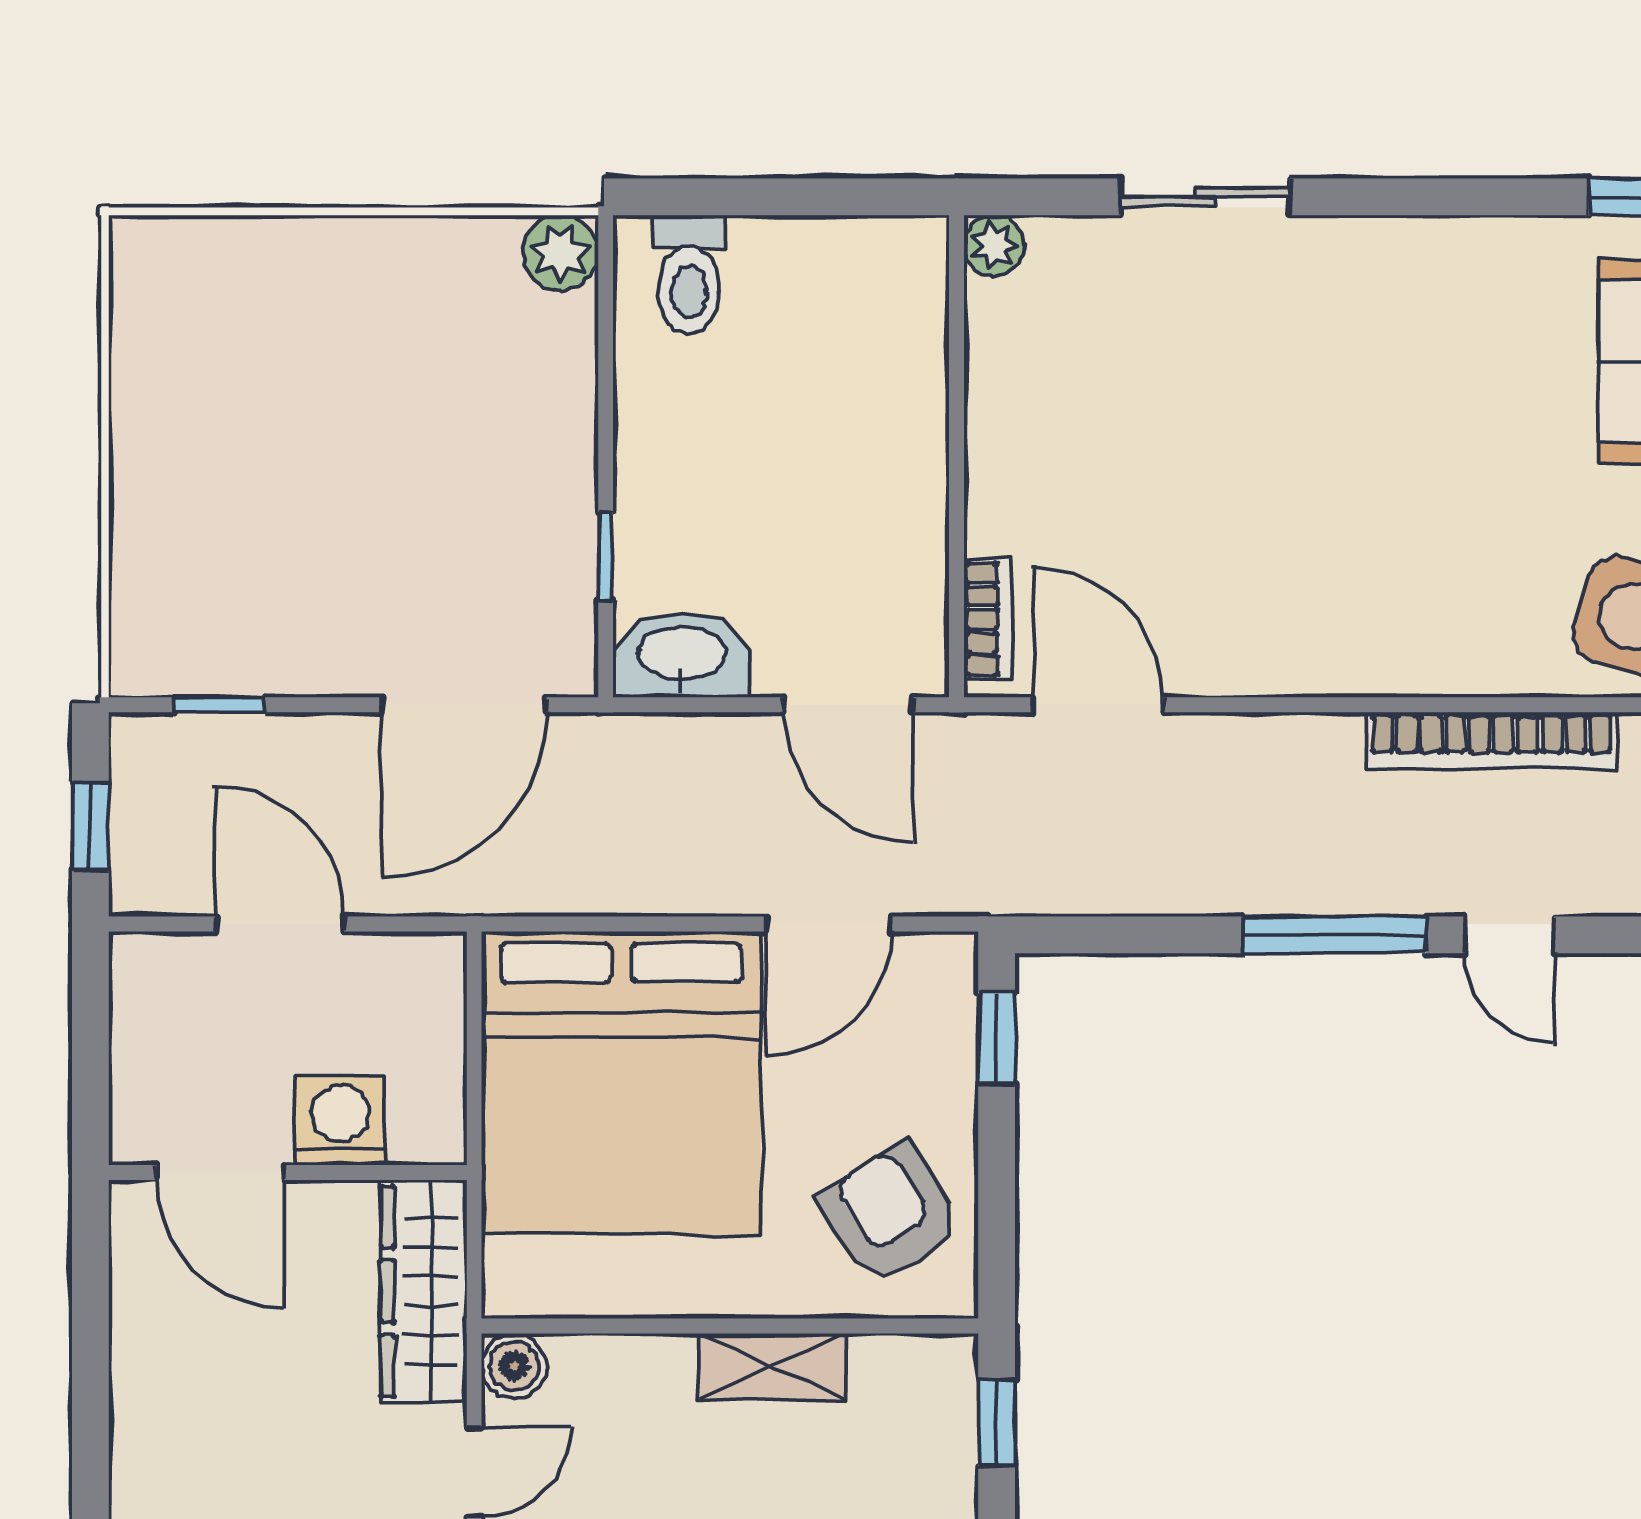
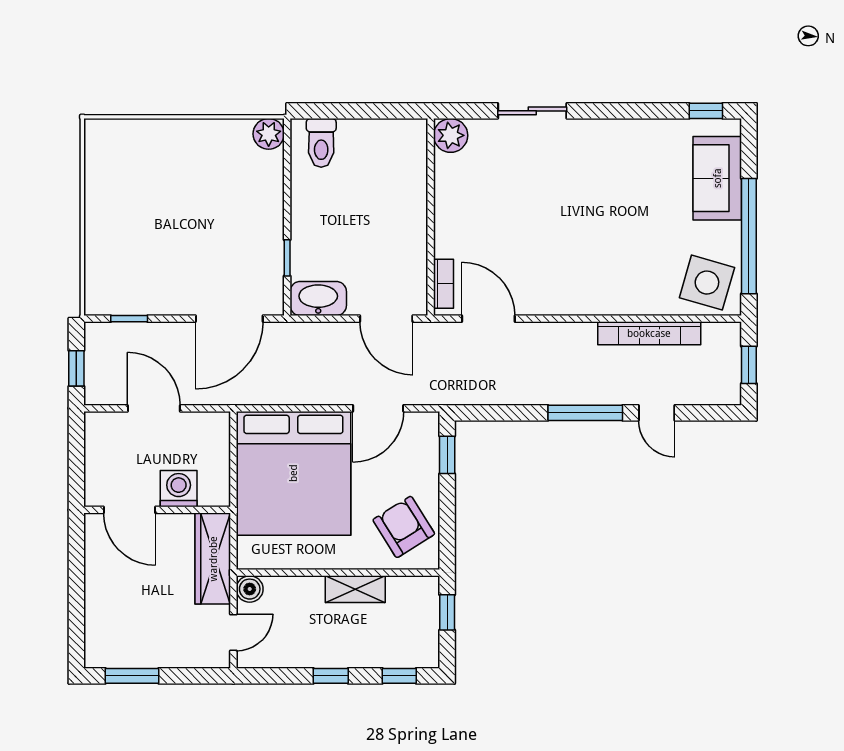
plant: (994, 245) -> (451, 135), width x1.38, depth x1.38

